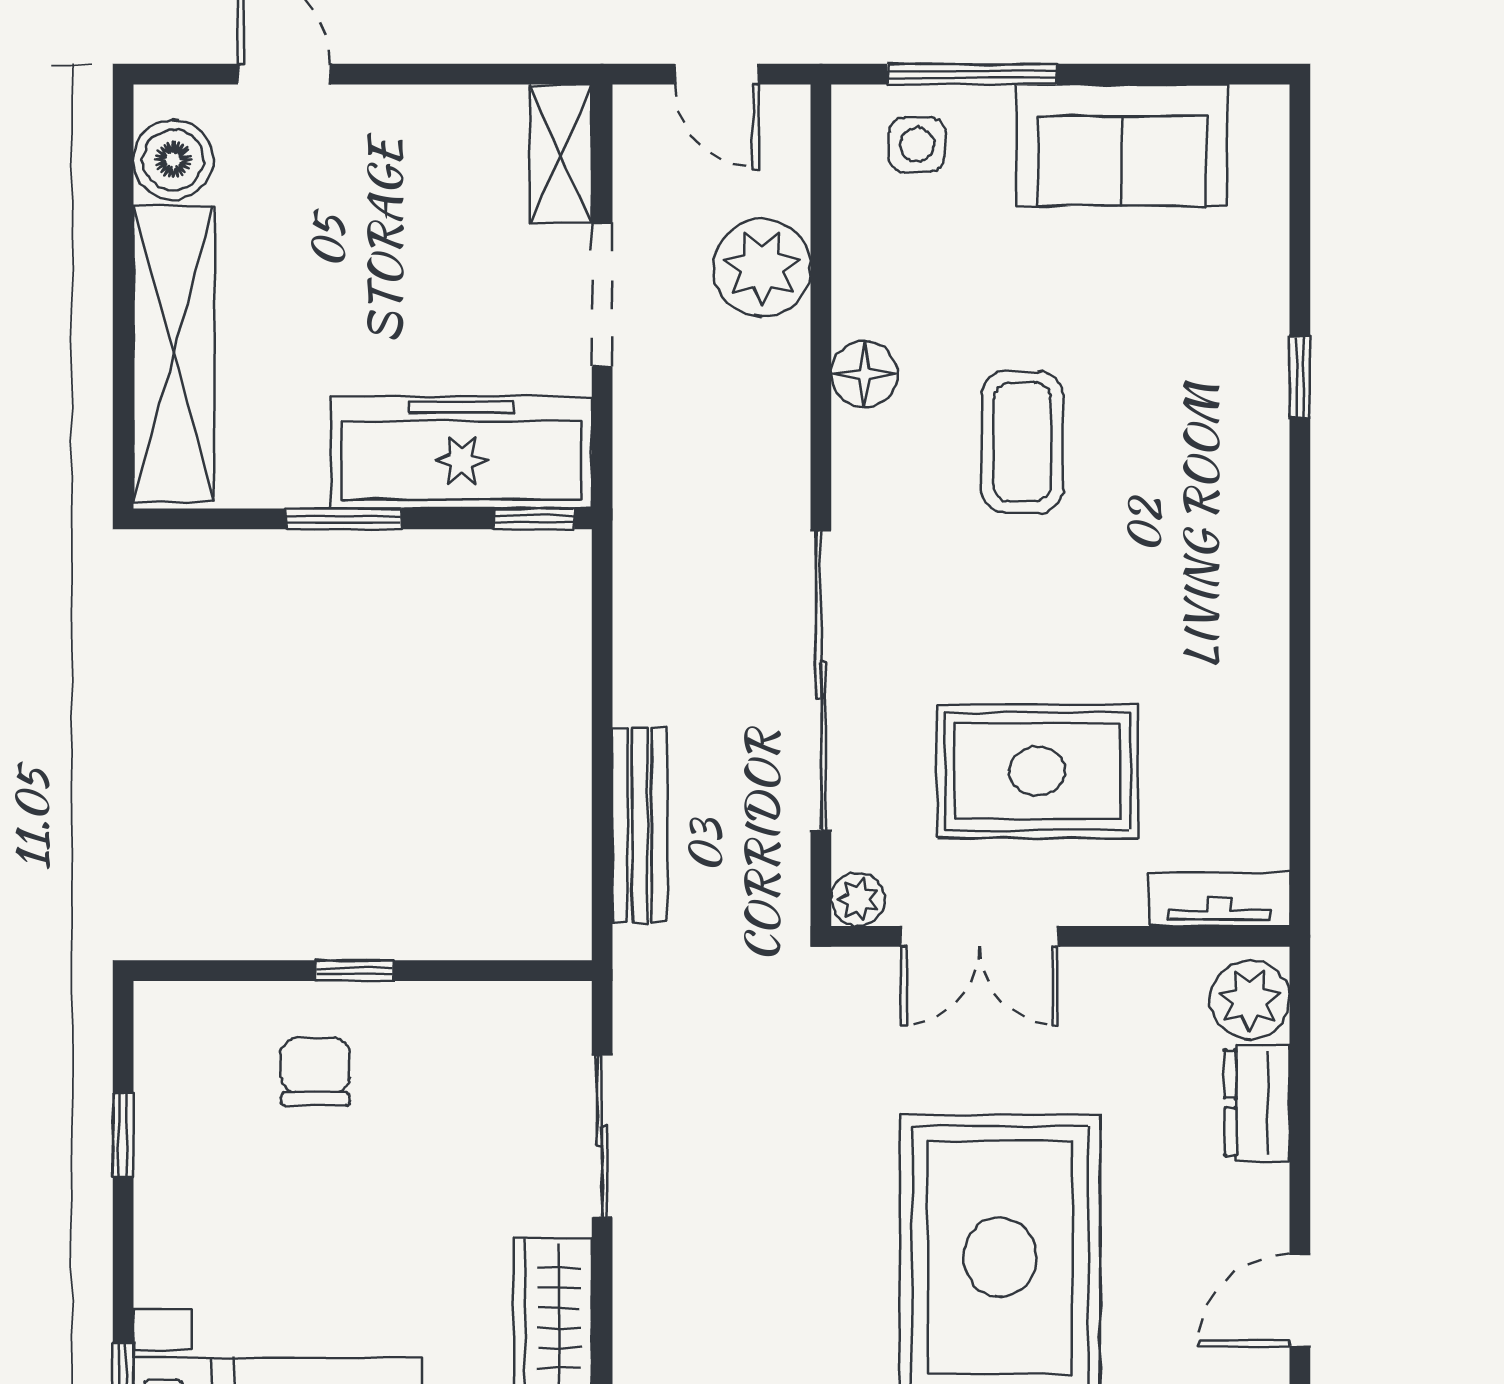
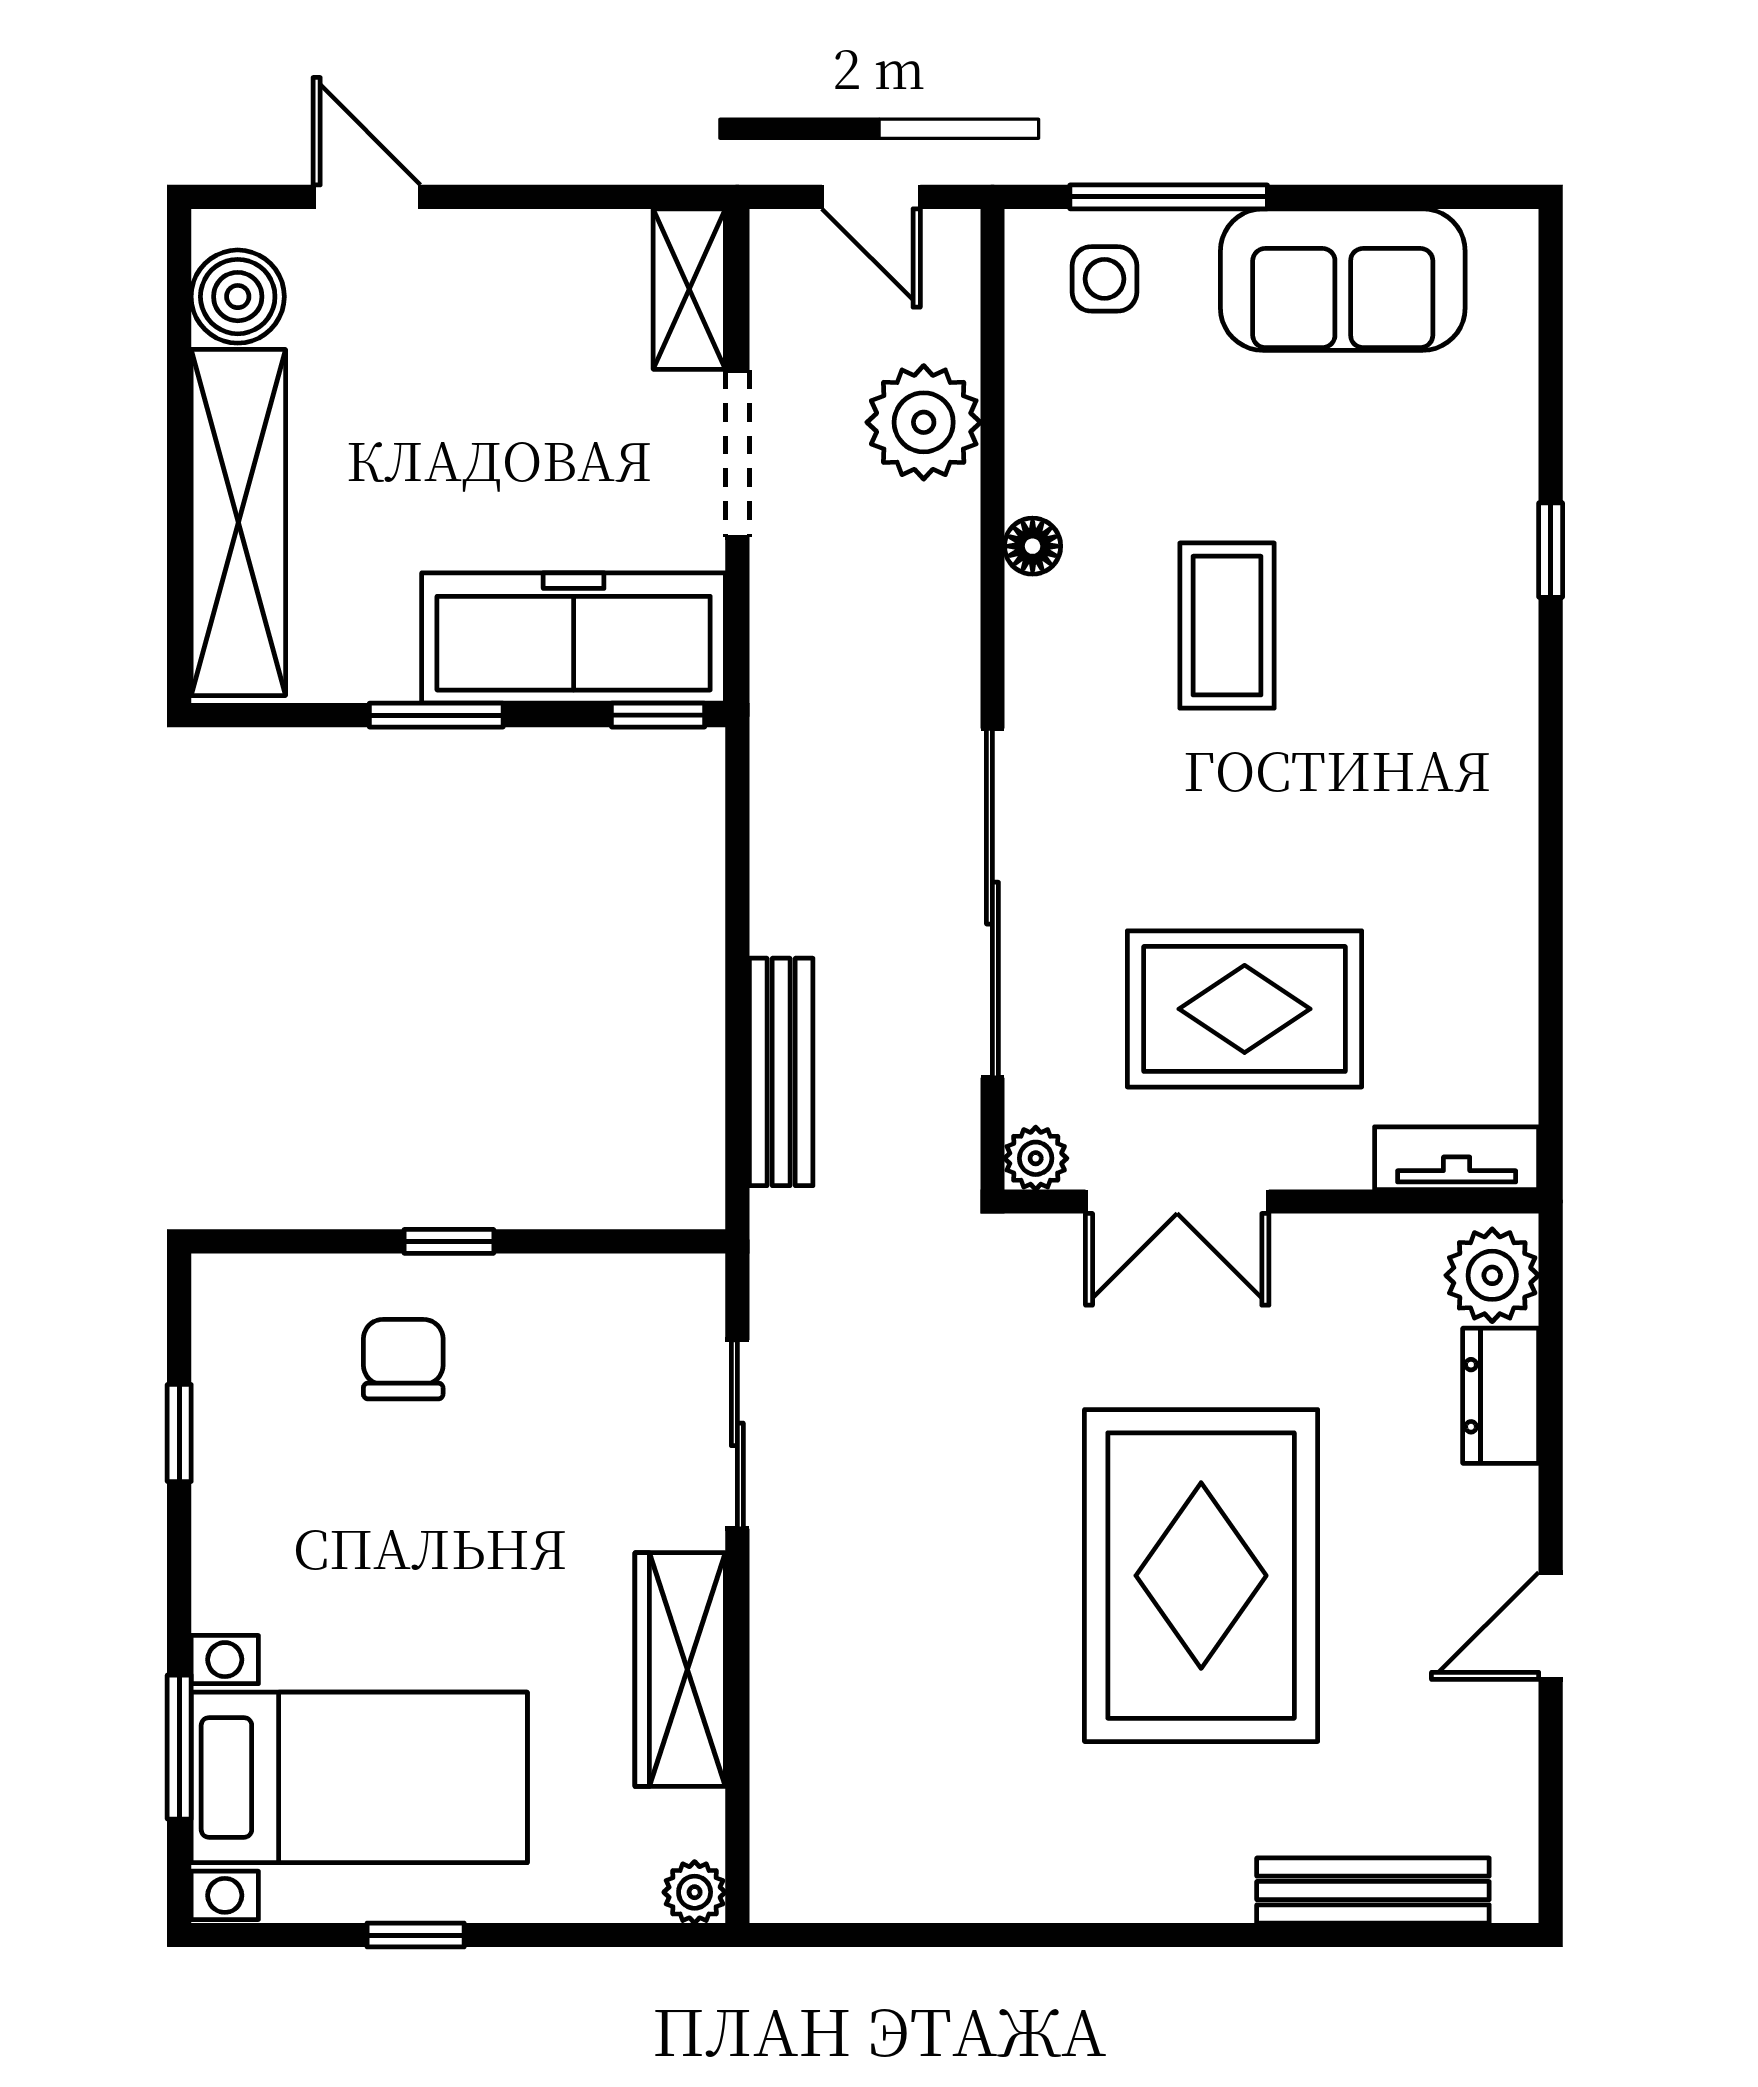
floor lamp: (864, 374) -> (1033, 546), width x0.73, depth x0.73

